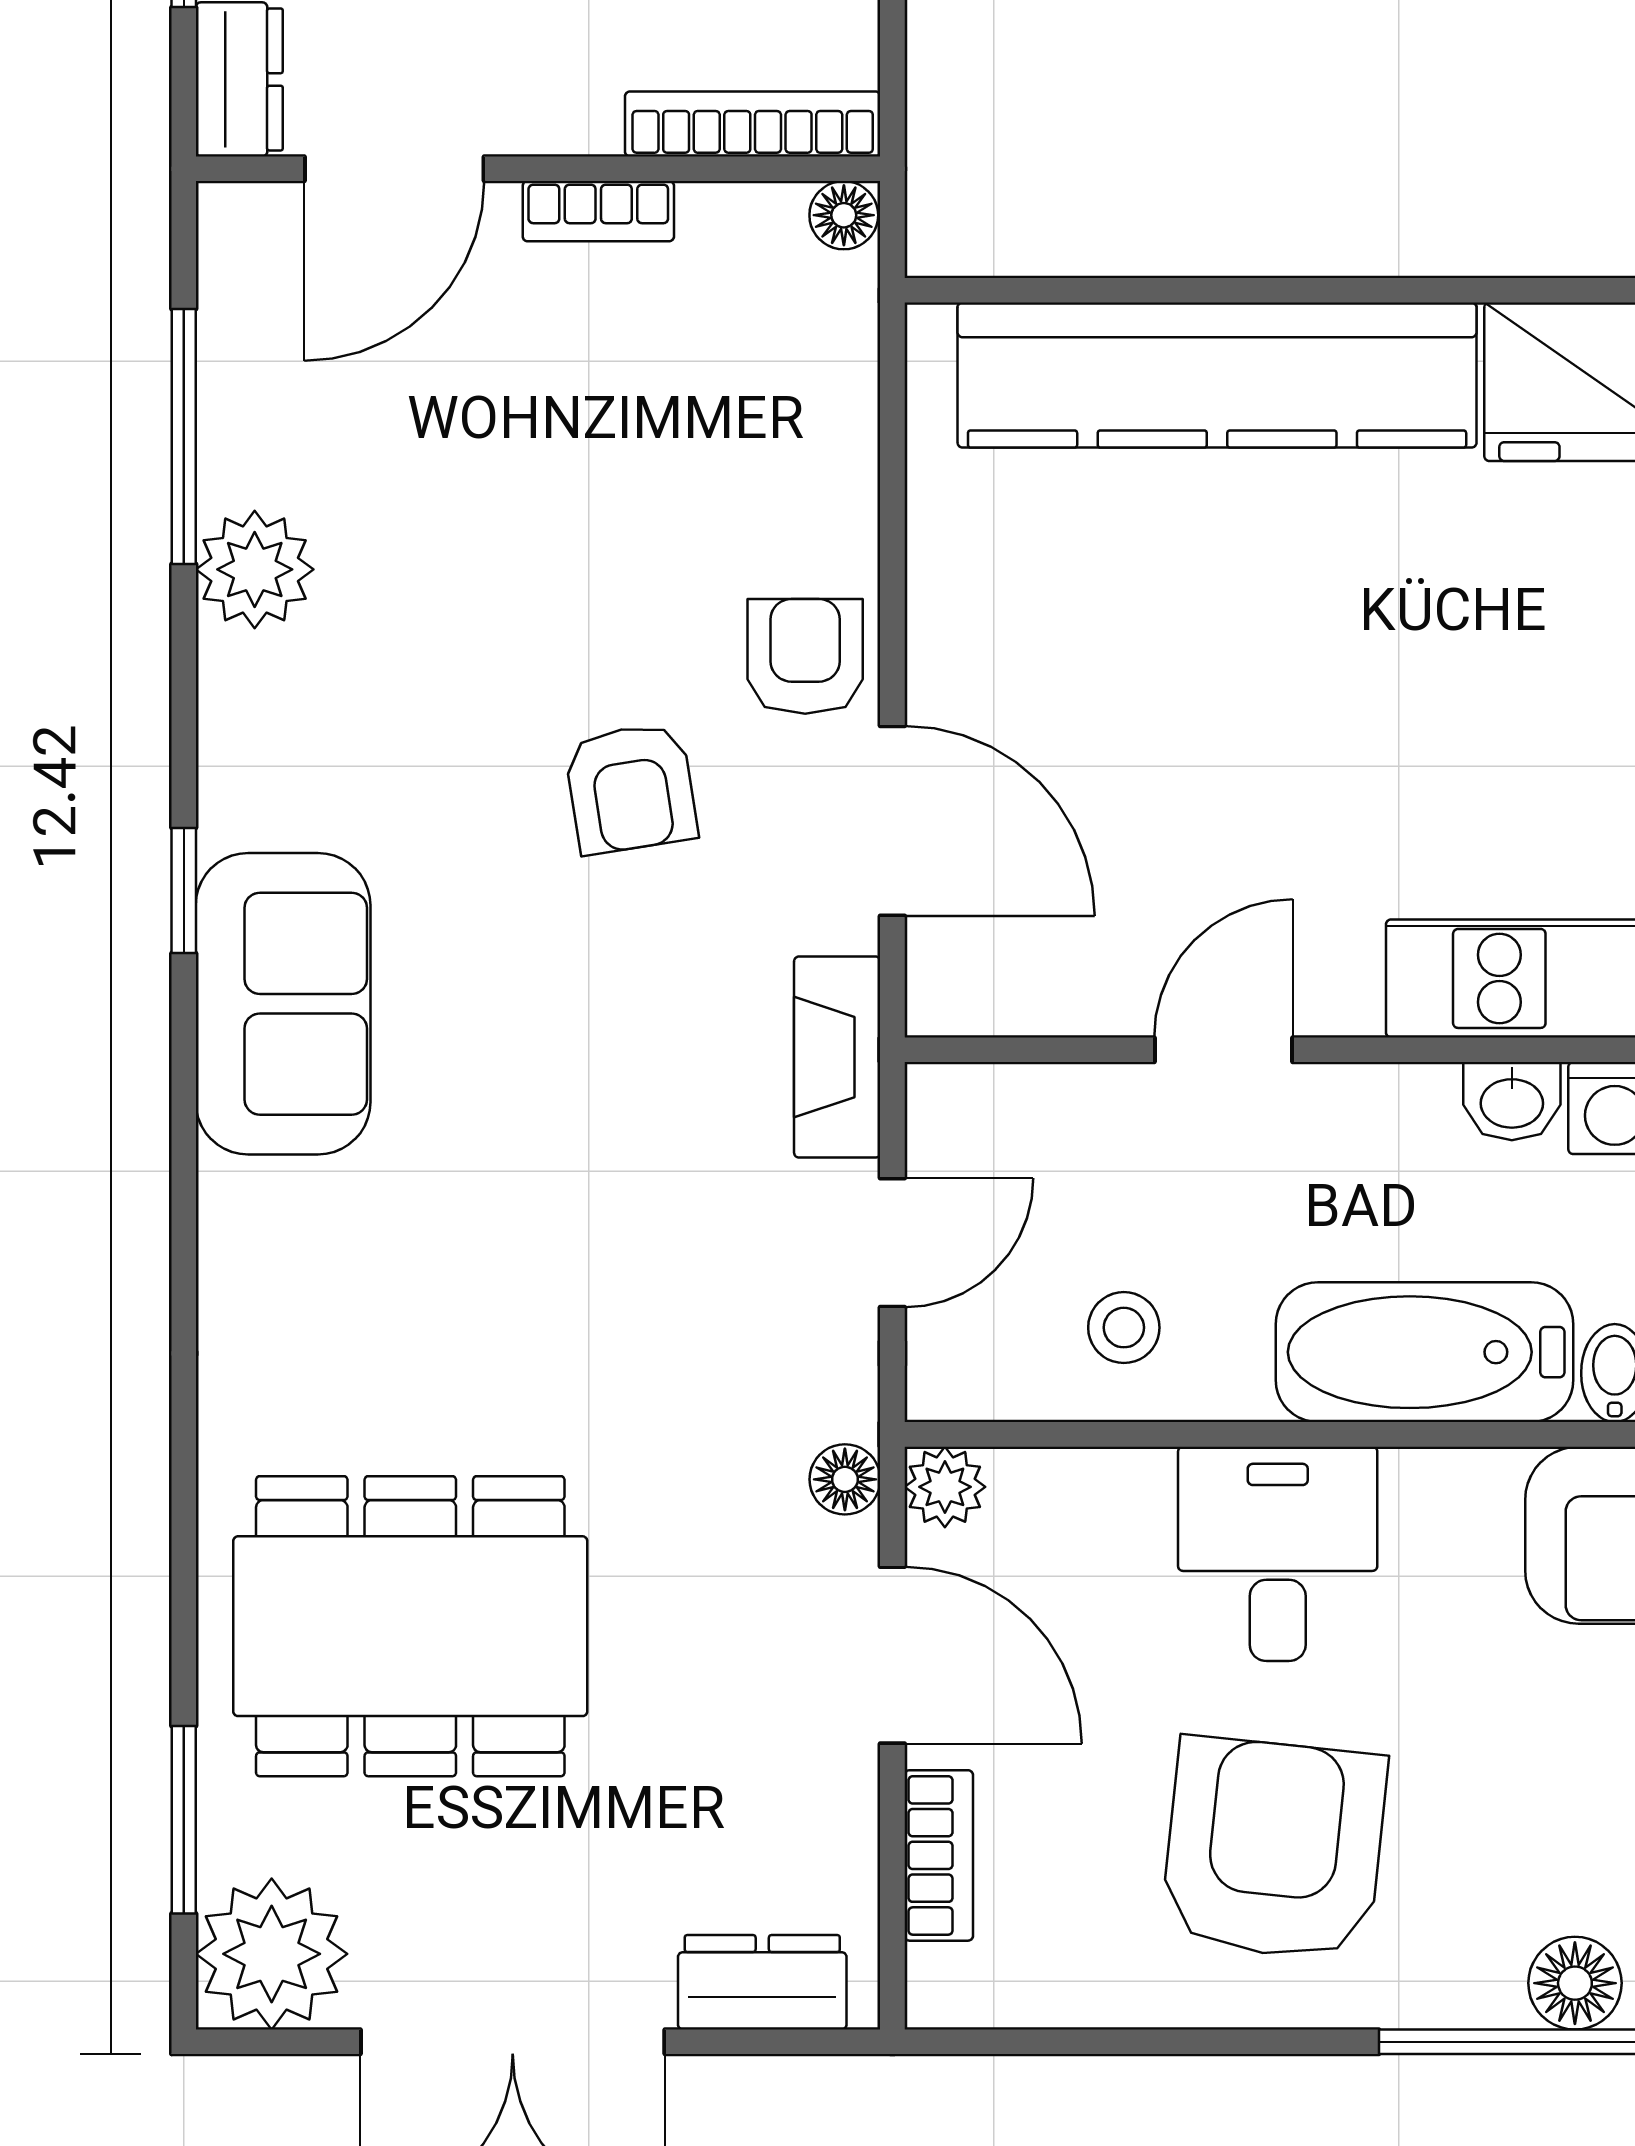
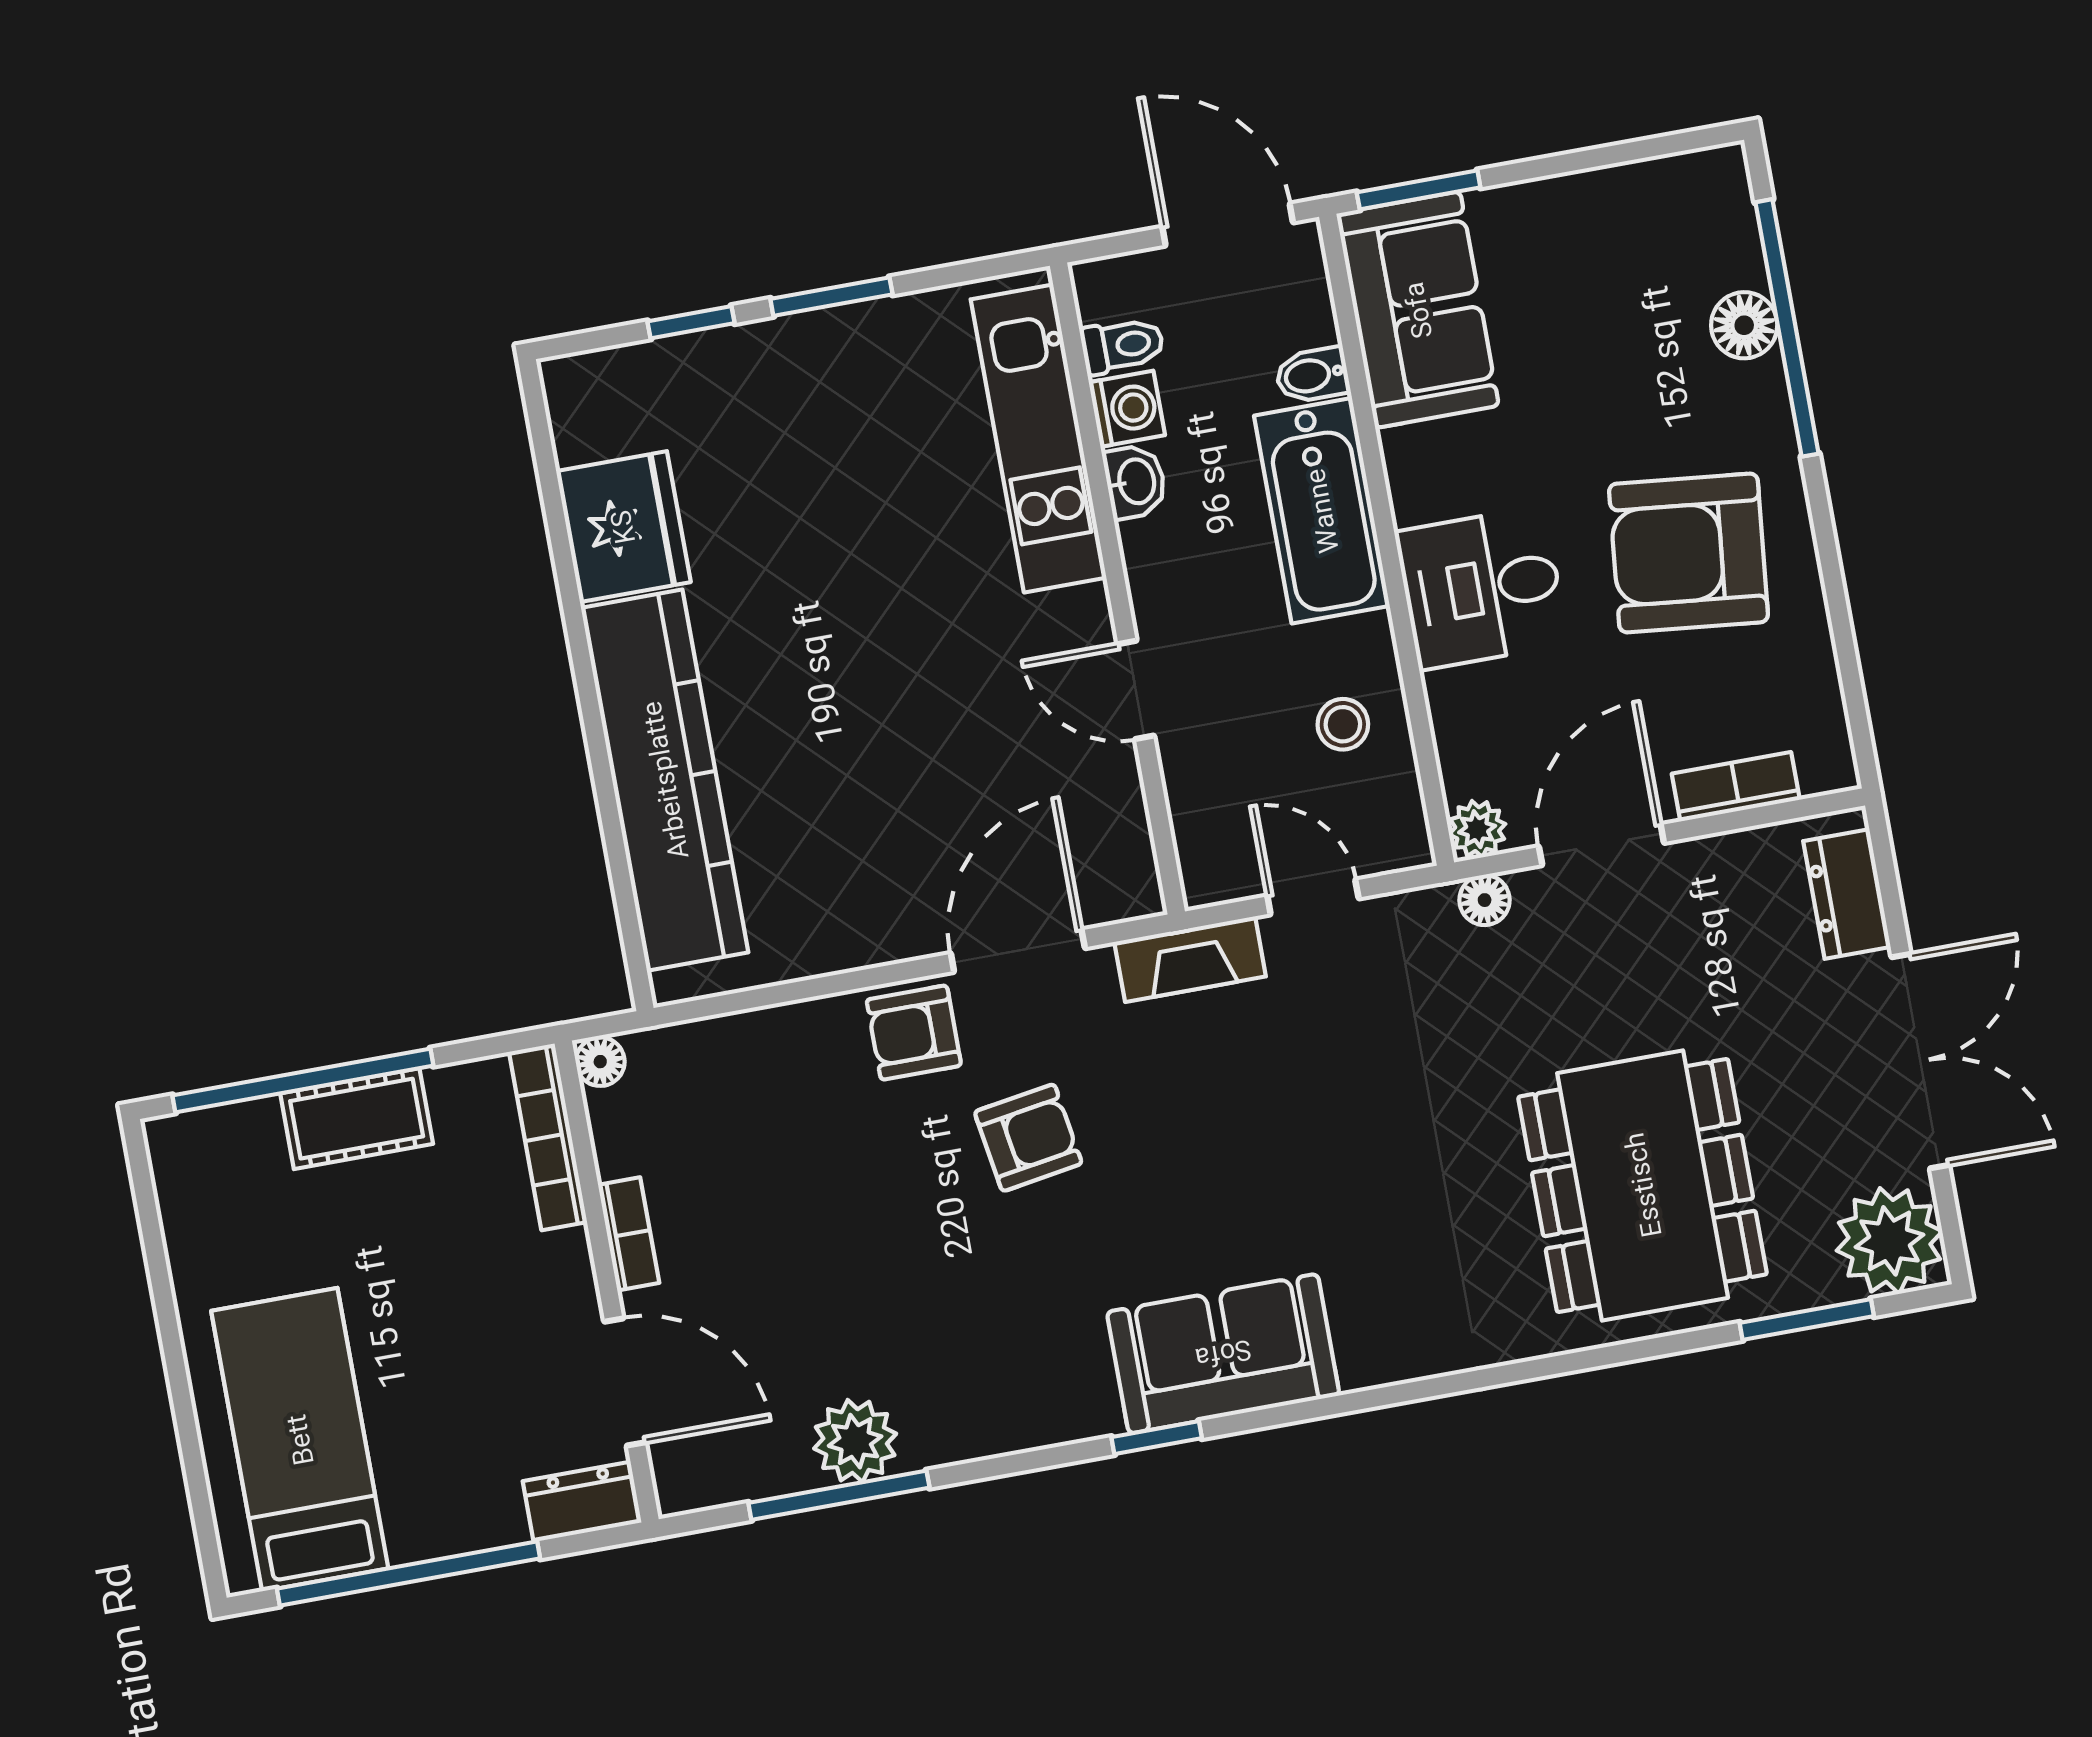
plant: (255, 569) -> (855, 1441), moved

